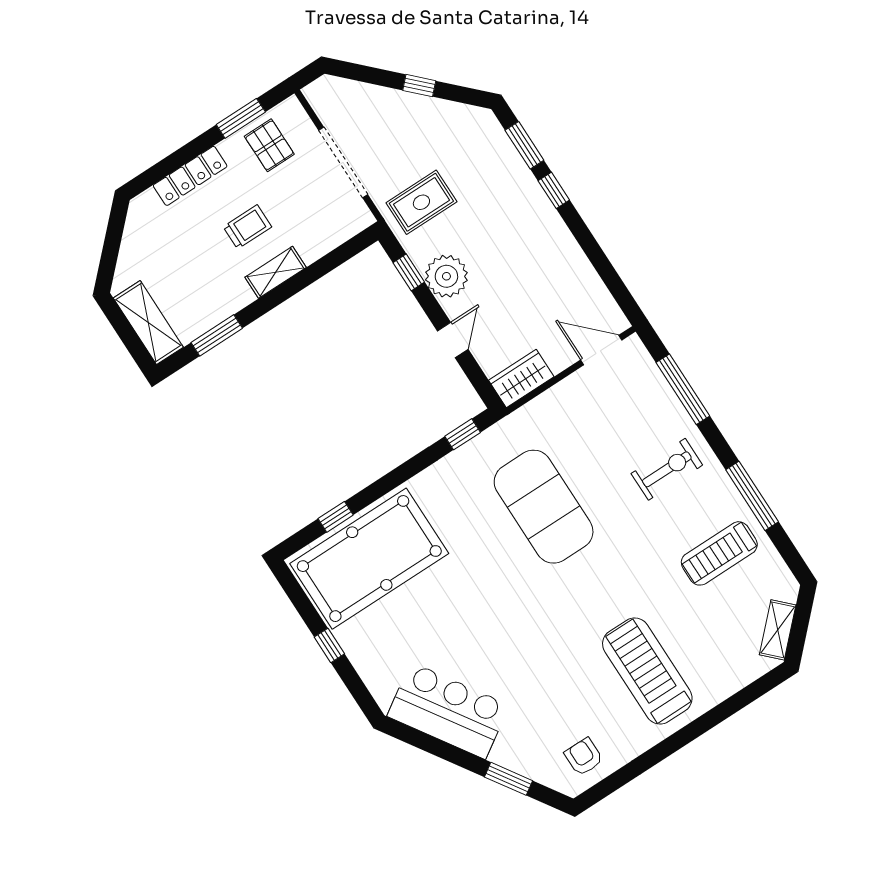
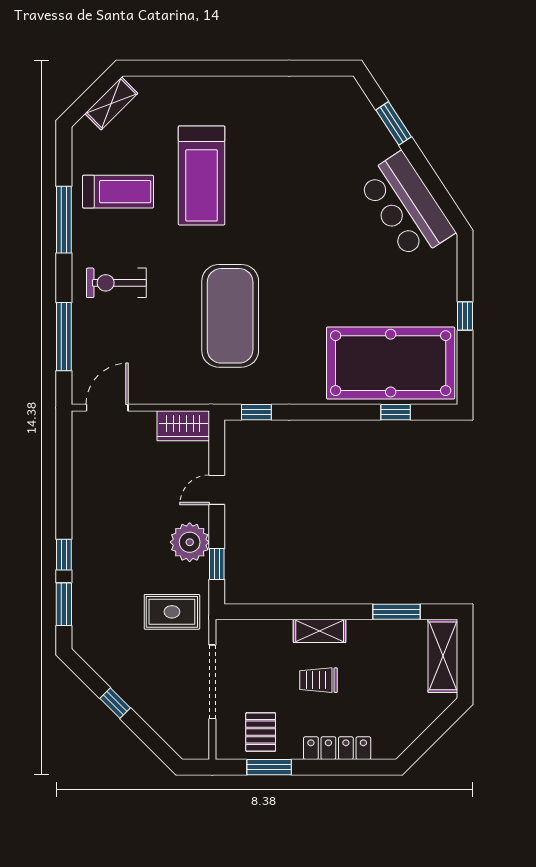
door: (601, 350) -> (107, 408), swing flipped
treadmill: (647, 671) -> (202, 175), moved
armchair: (584, 757) -> (325, 103), removed

